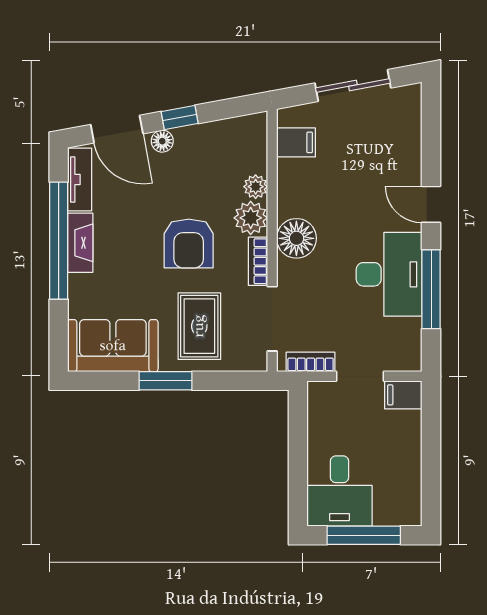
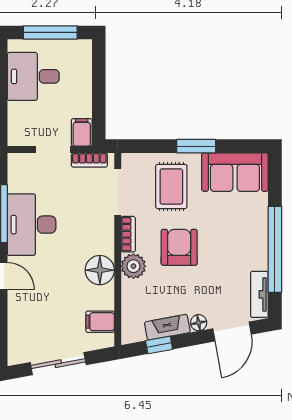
window: (180, 118) -> (159, 345), moved
door: (117, 129) -> (232, 332), swing flipped
plant: (256, 187) -> (130, 289), removed
floor lamp: (296, 238) -> (100, 270), moved
fireplace: (80, 243) -> (167, 327), moved, turned 80
filing cabinet: (403, 395) -> (82, 132), moved, turned -90
desk: (340, 491) -> (33, 76), moved, turned -90

